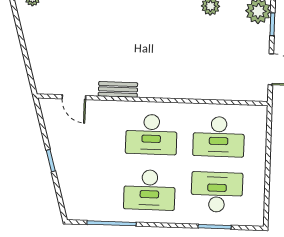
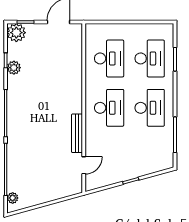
bench: (118, 89) -> (77, 133), width x1.36
desk: (217, 192) -> (150, 58), turned 180

